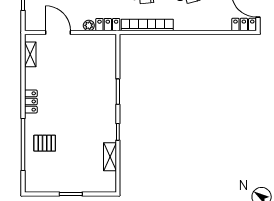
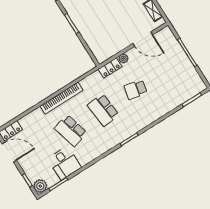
bookcase: (147, 25) -> (61, 98), moved

